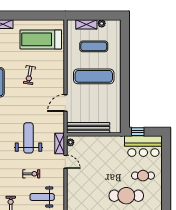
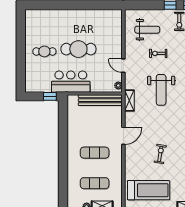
exercise mat: (94, 76) -> (95, 153), width x0.73, depth x0.69
door: (65, 103) -> (123, 136), moved
shelving: (60, 143) -> (129, 101), moved
bar counter: (143, 146) -> (71, 82), moved
cafe table: (126, 196) -> (78, 49), moved

